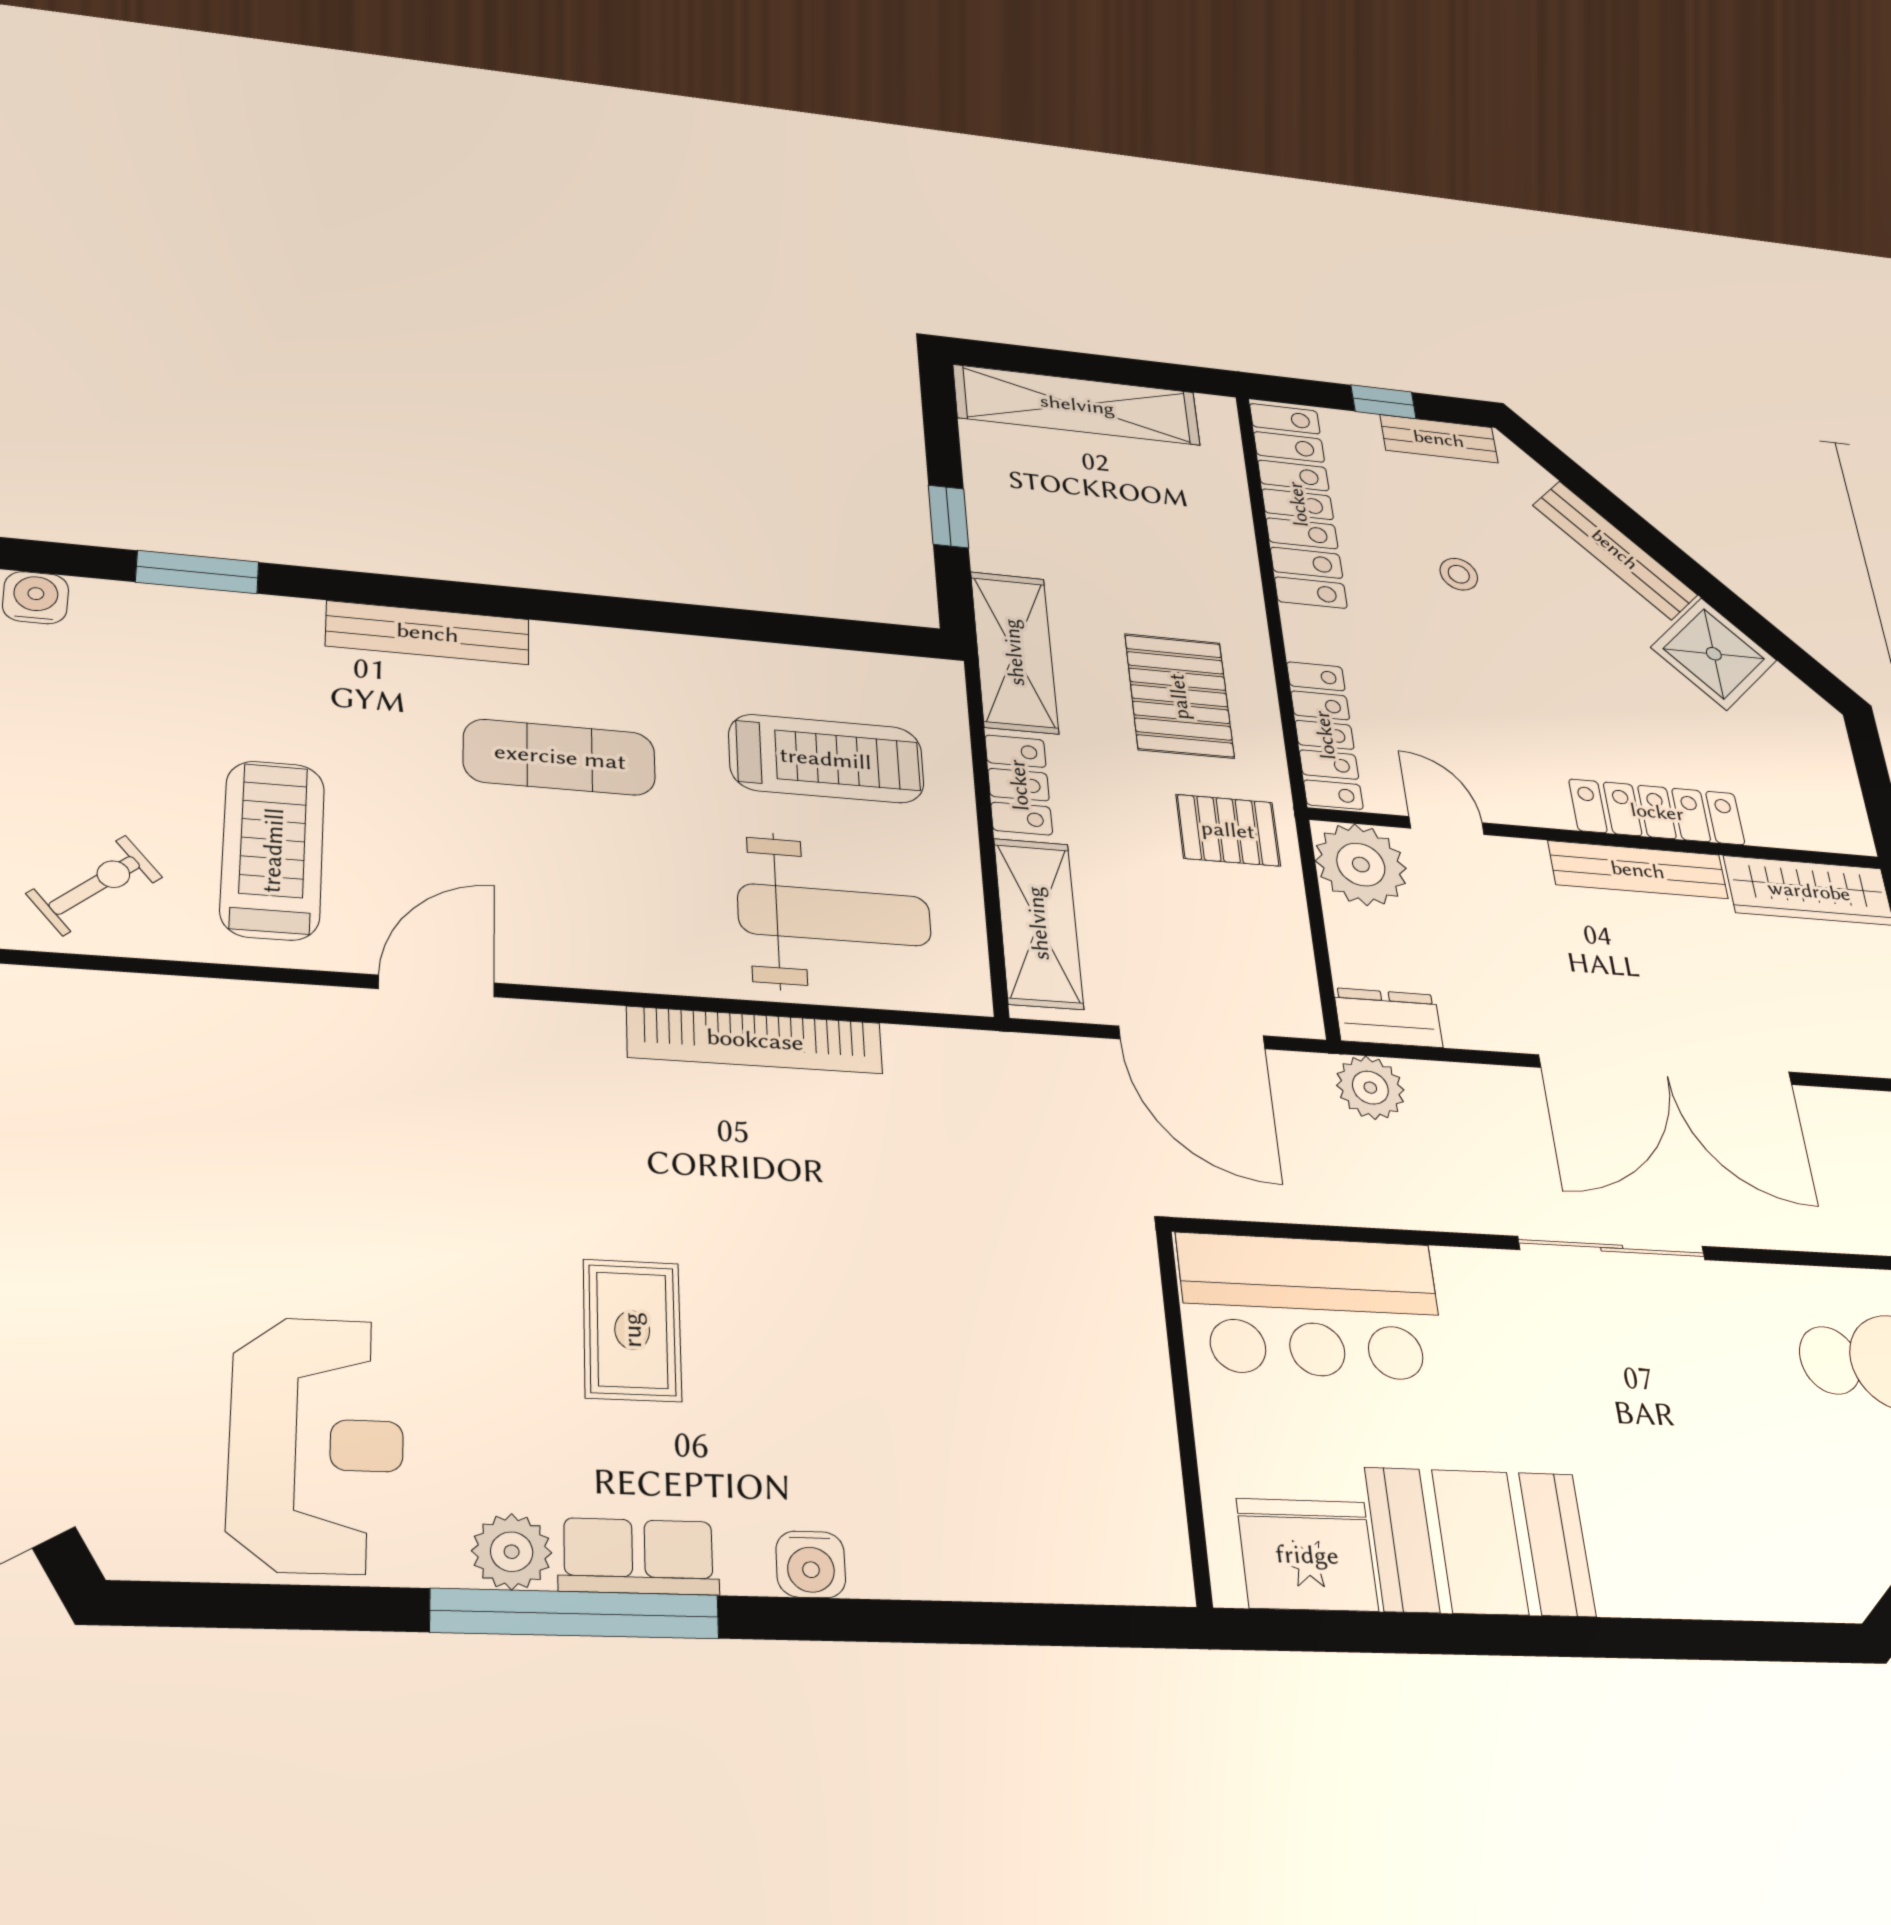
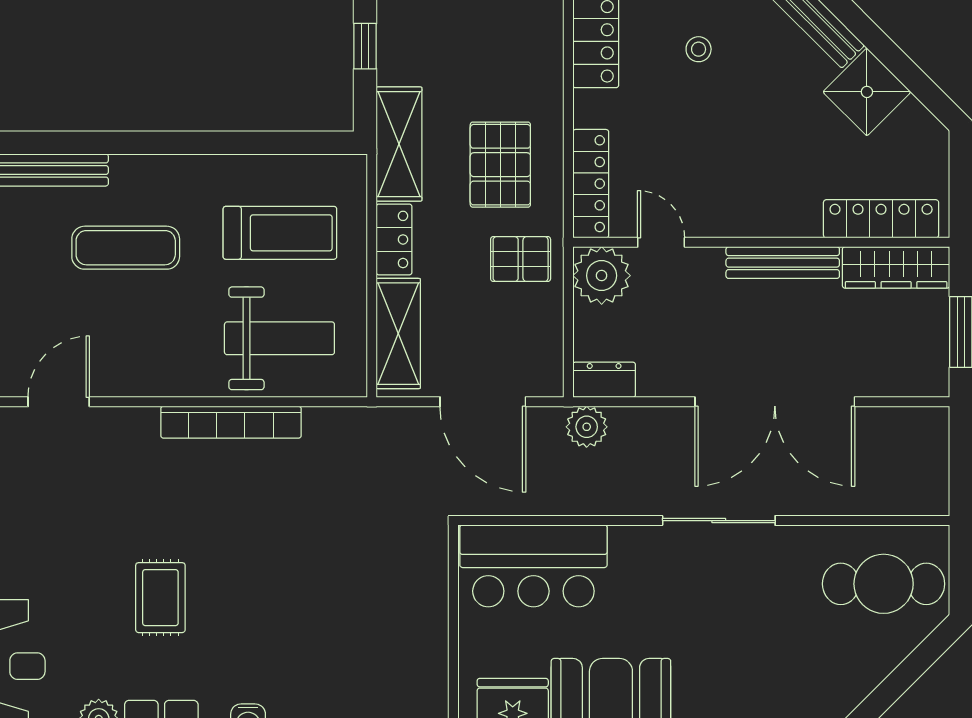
locker: (1657, 812) -> (881, 219), moved

